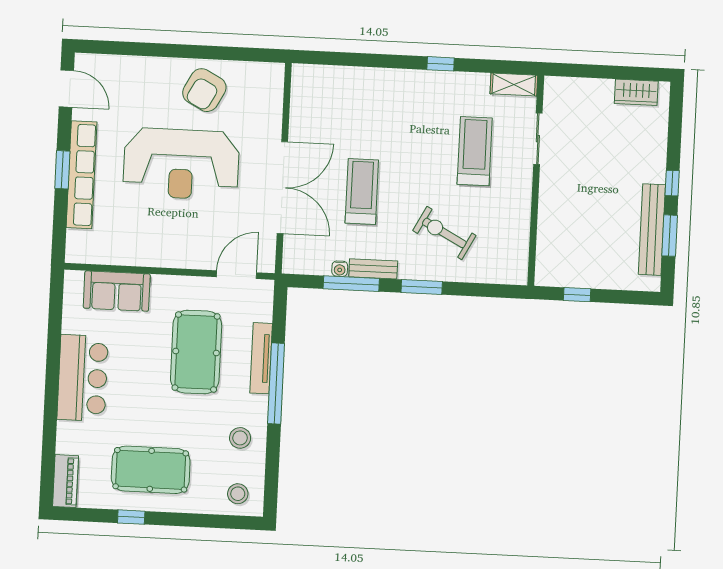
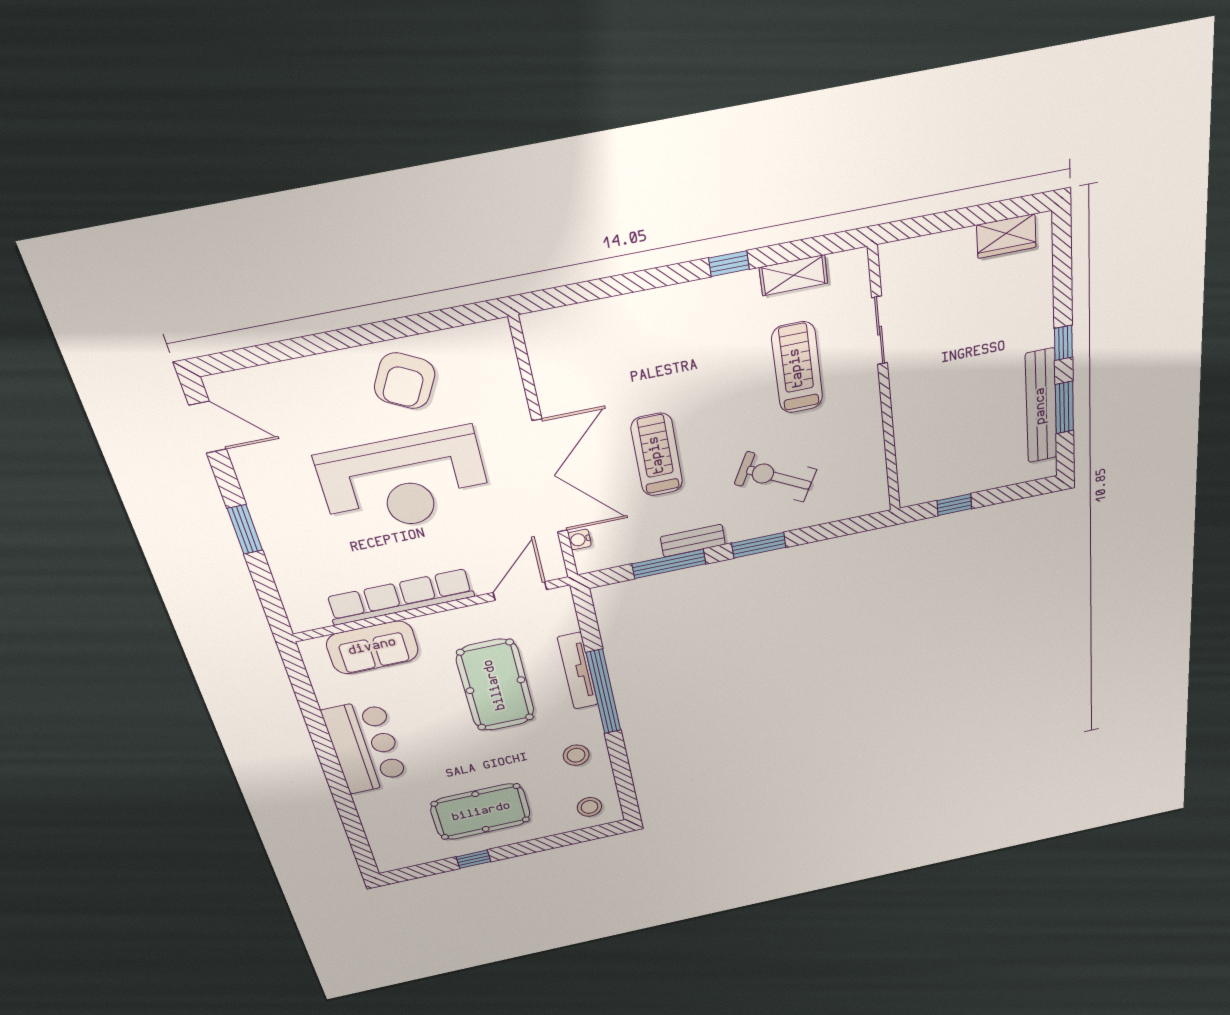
shelving: (514, 84) -> (794, 275), moved
row of seats: (81, 175) -> (400, 597), moved, turned -90
water cooler: (340, 269) -> (580, 539), moved, turned 90
piano: (65, 481) -> (384, 848), removed

